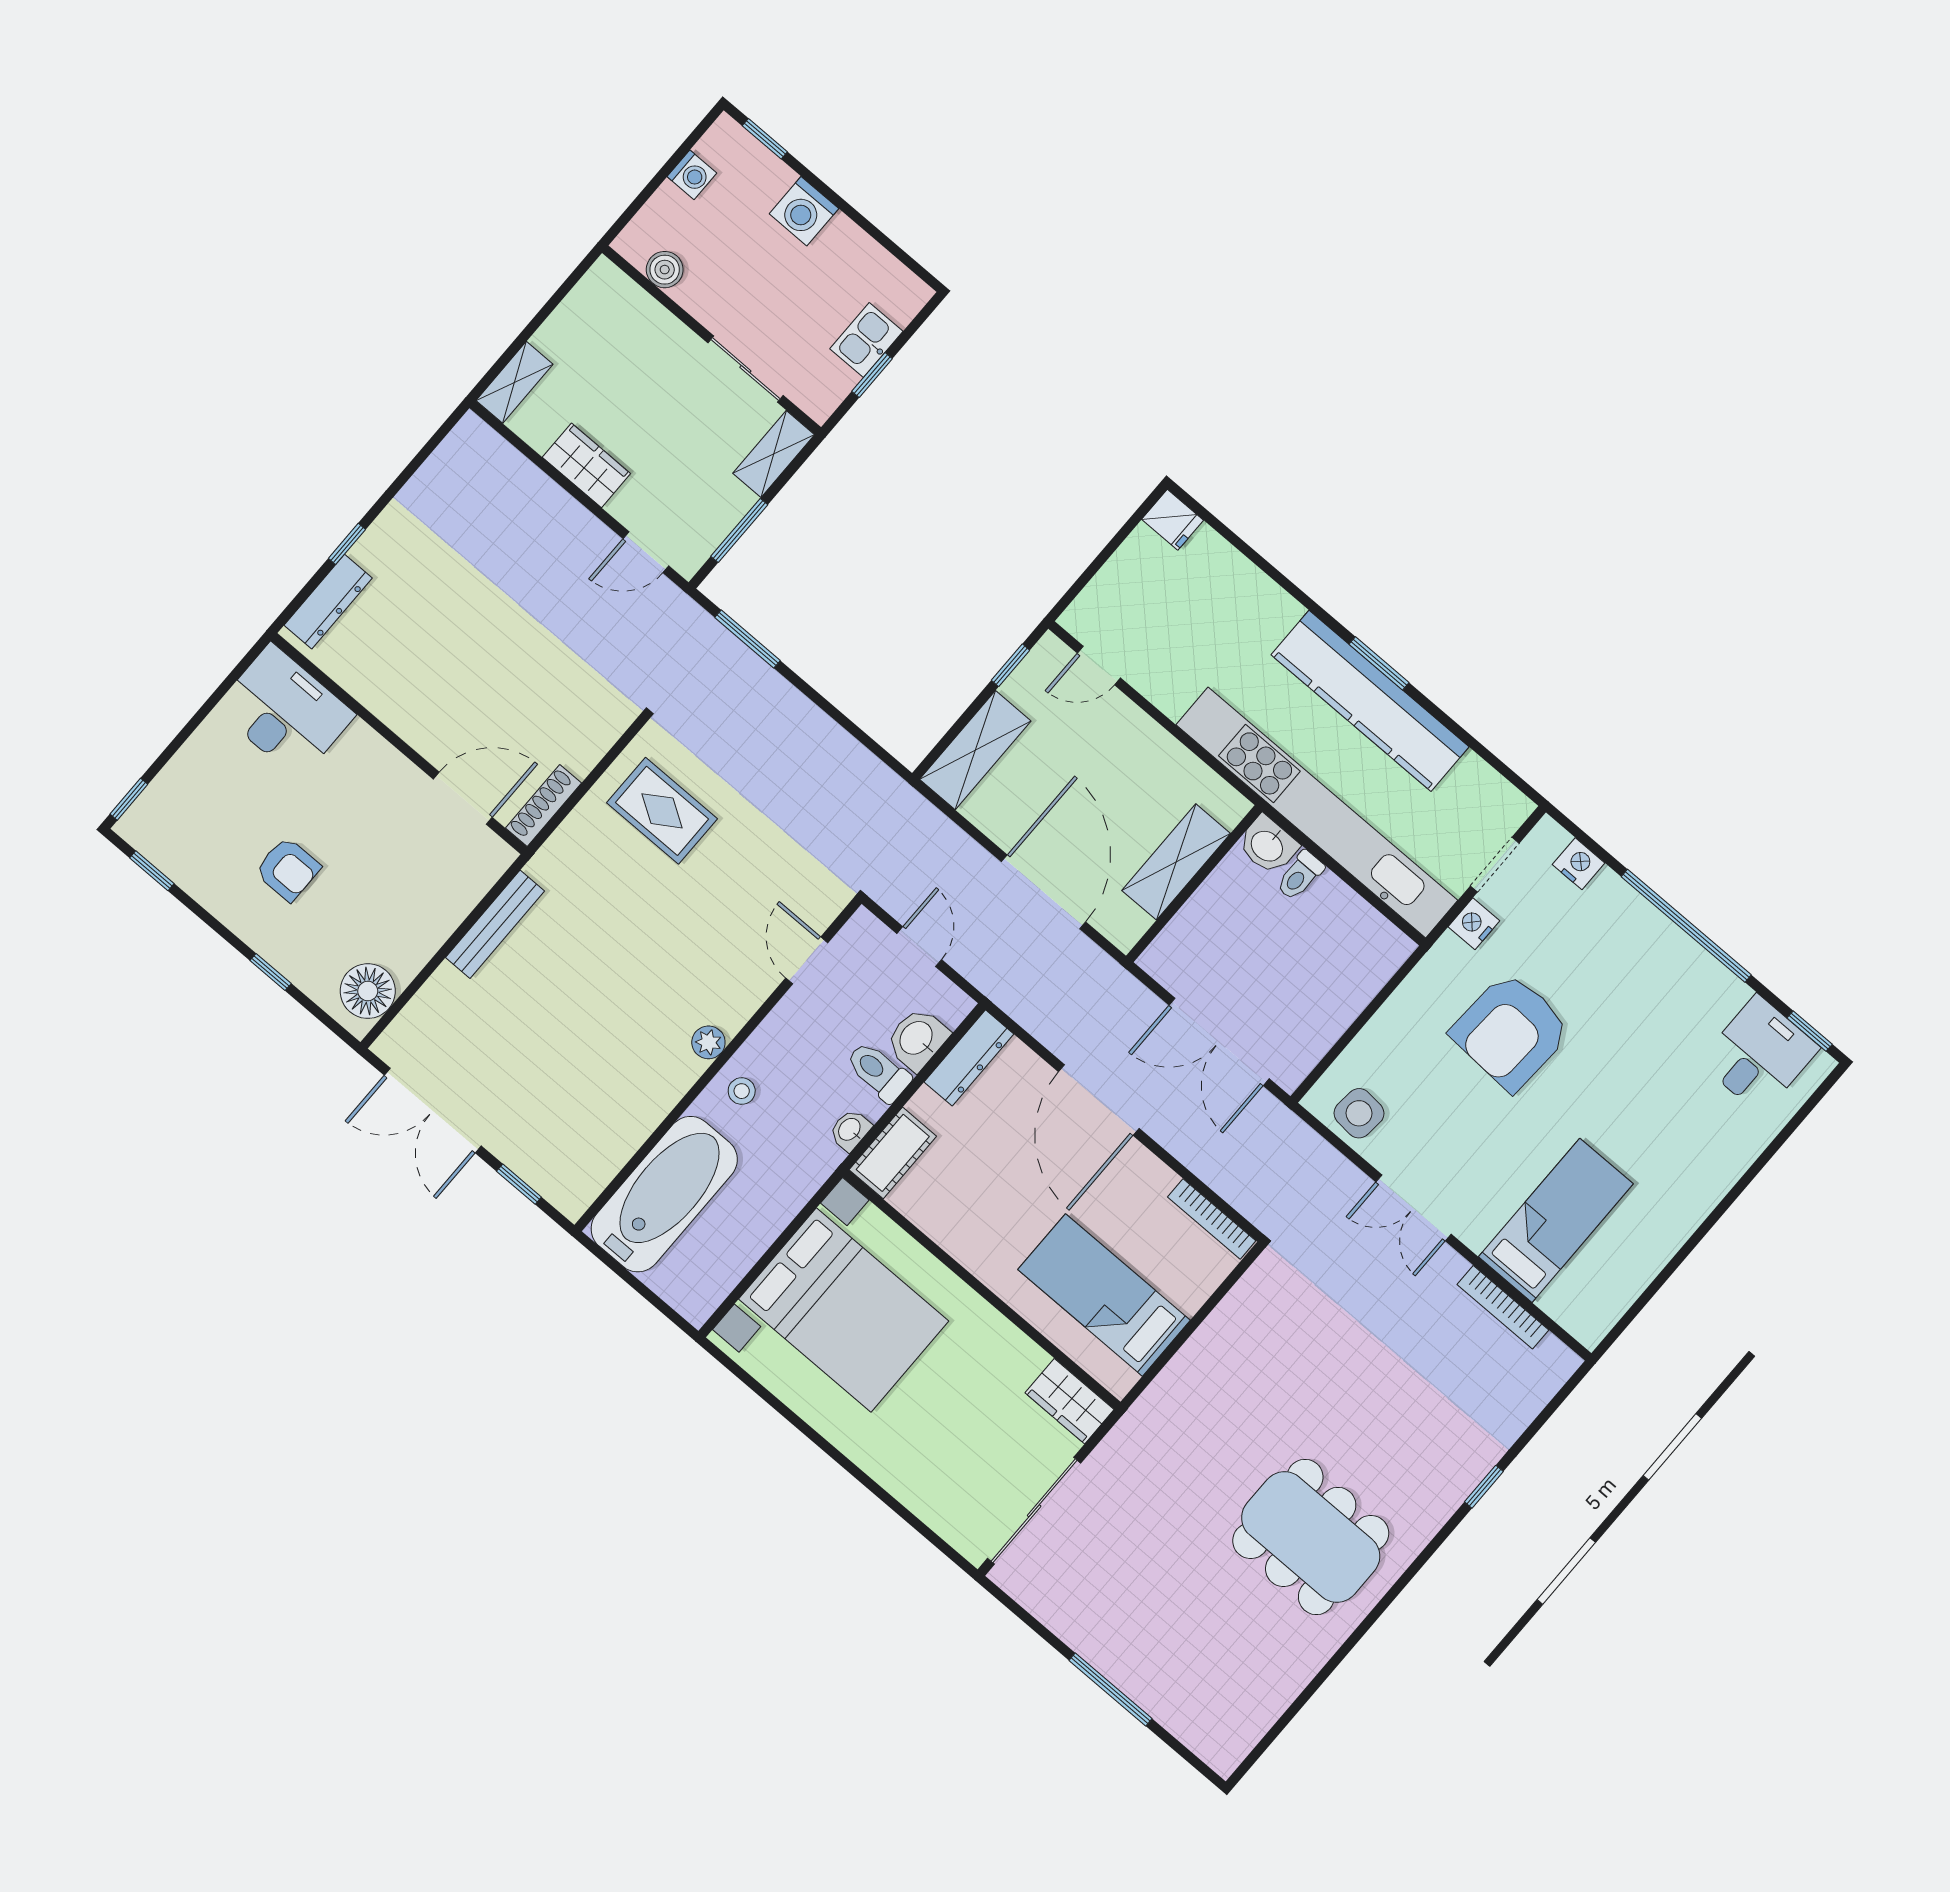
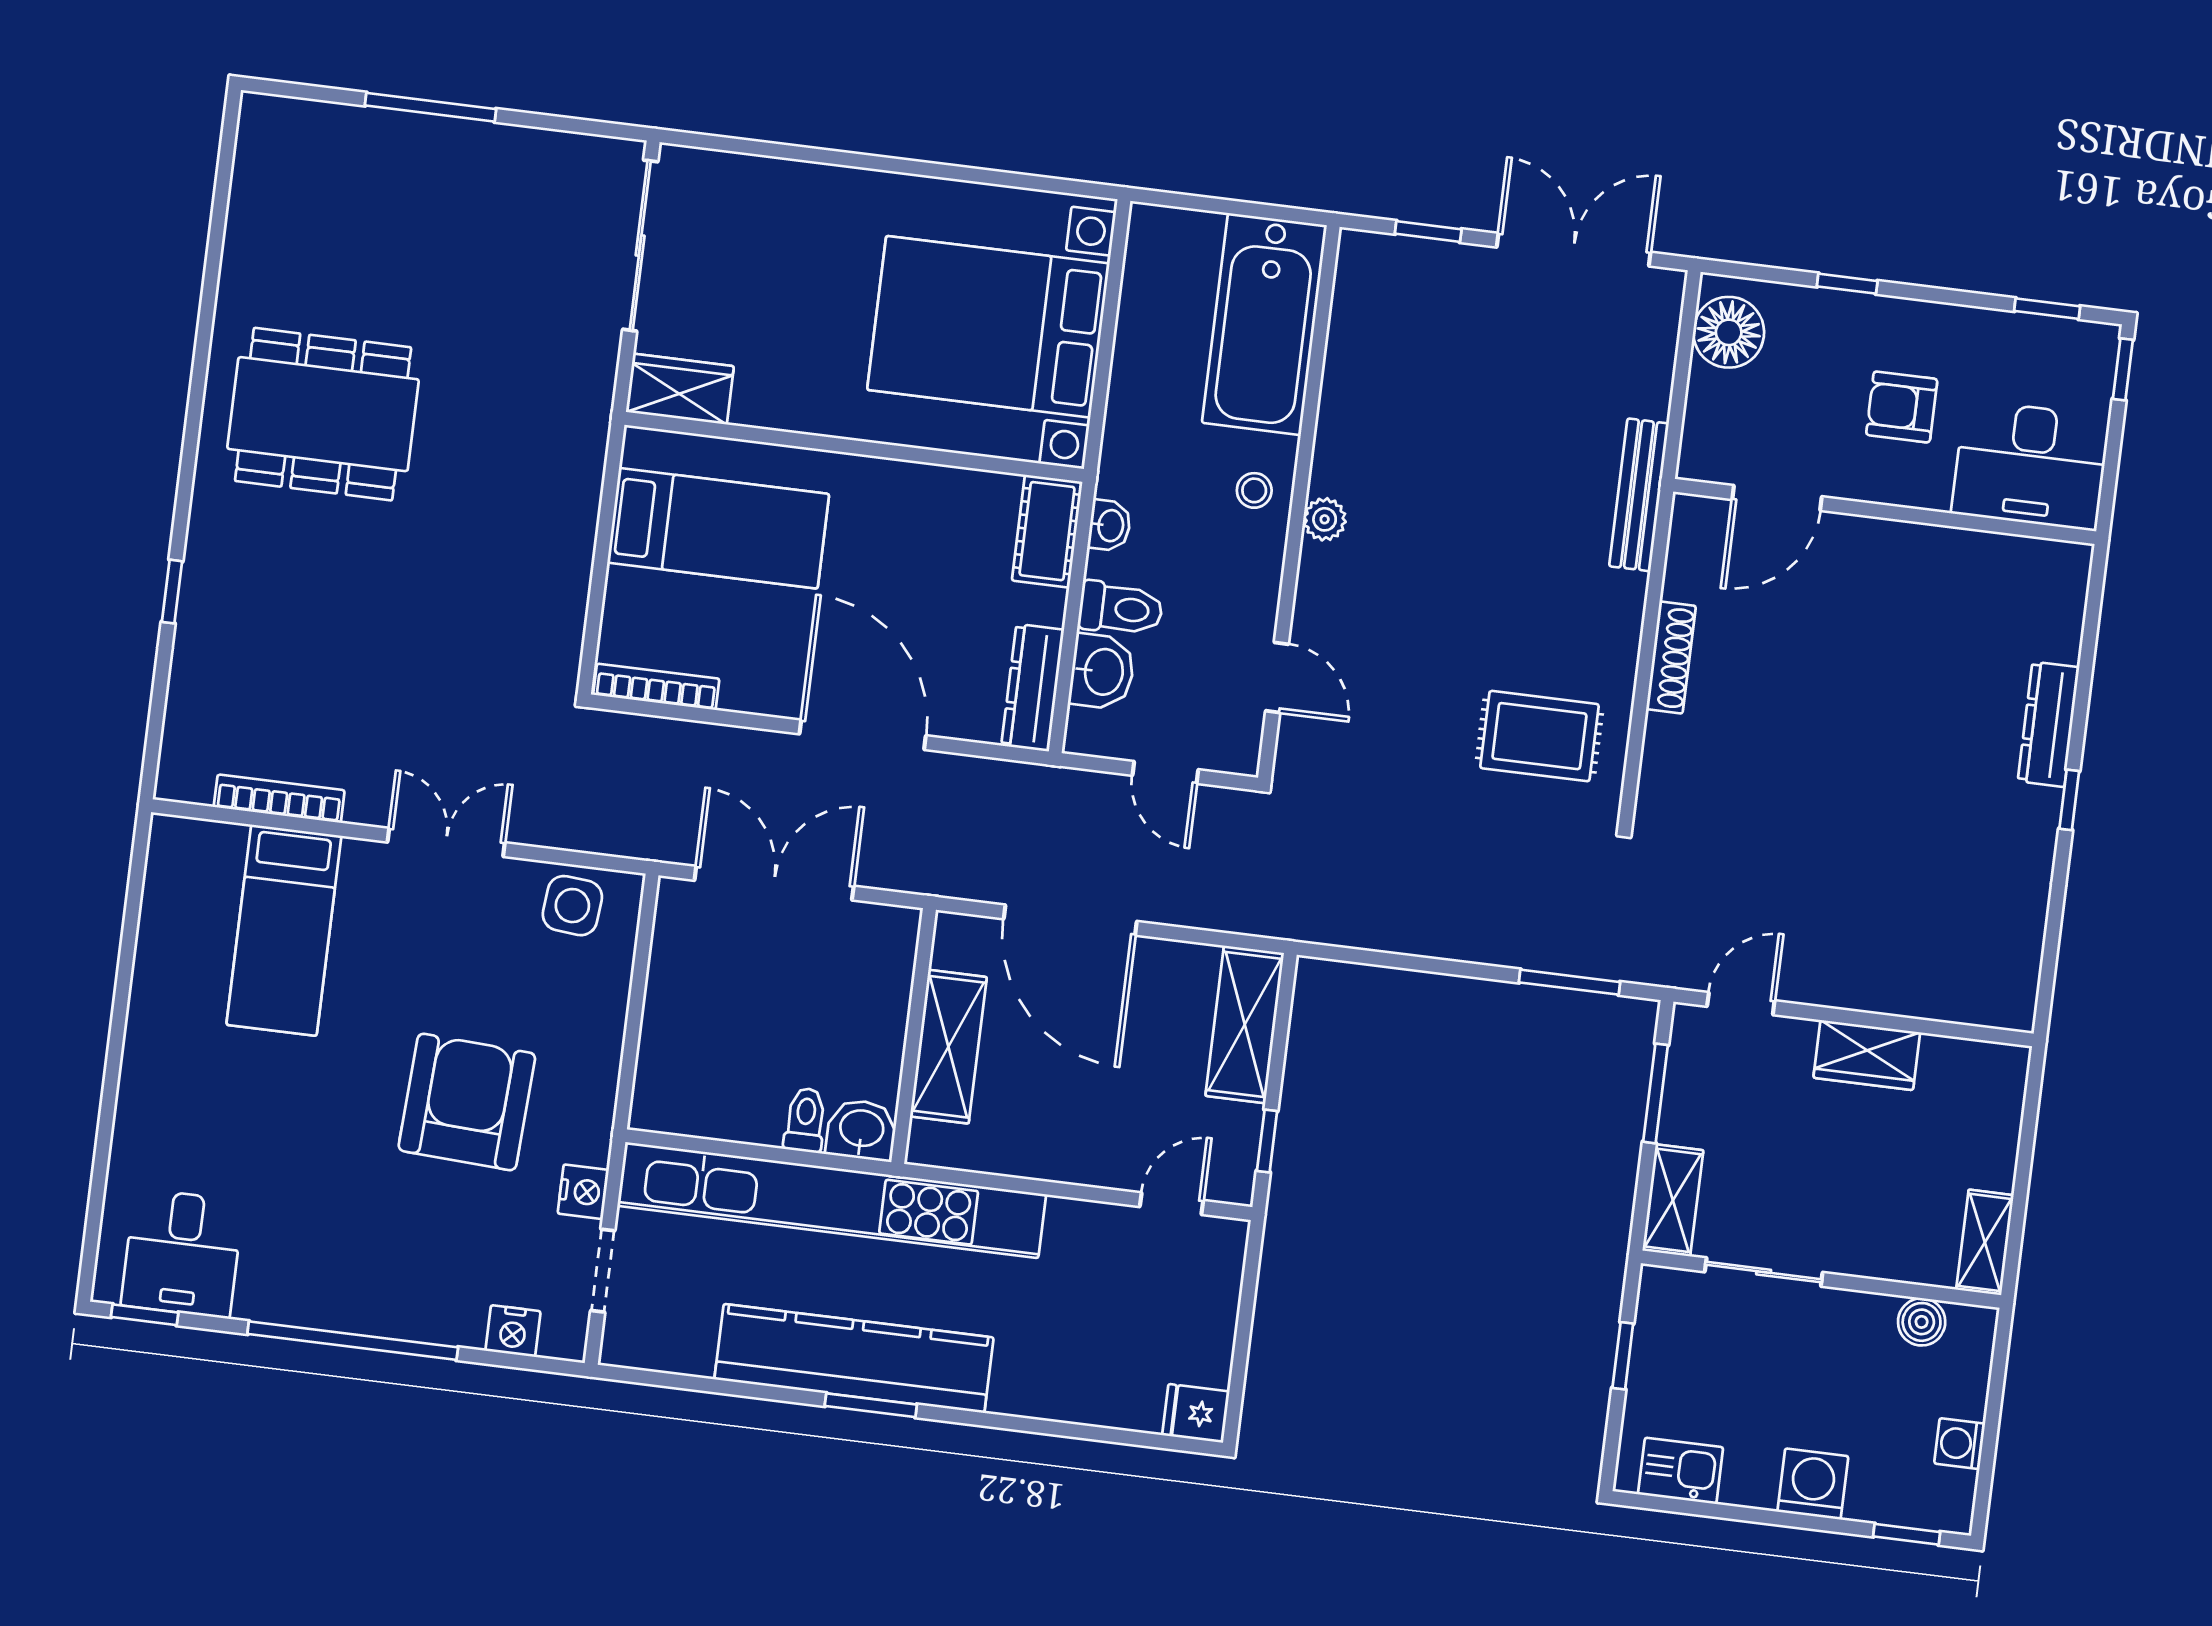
kitchen sink: (866, 340) -> (1681, 1471), moved, turned -90
shelving: (515, 382) -> (1985, 1242), moved
desk: (285, 711) -> (2031, 465), moved
wall: (399, 744) -> (1885, 511), moved
door: (463, 798) -> (1777, 498), moved

